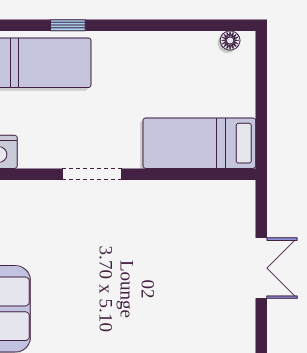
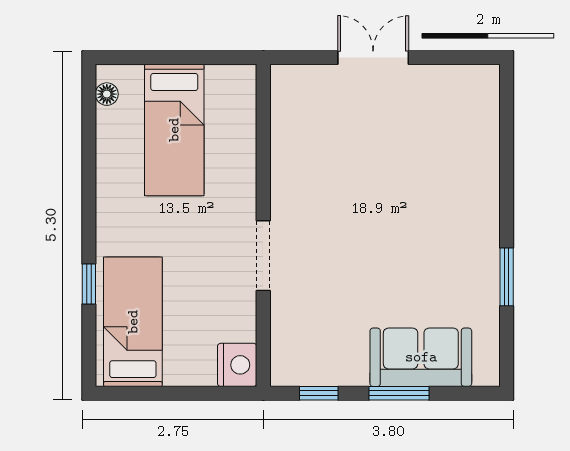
bed: (199, 143) -> (174, 130), moved

